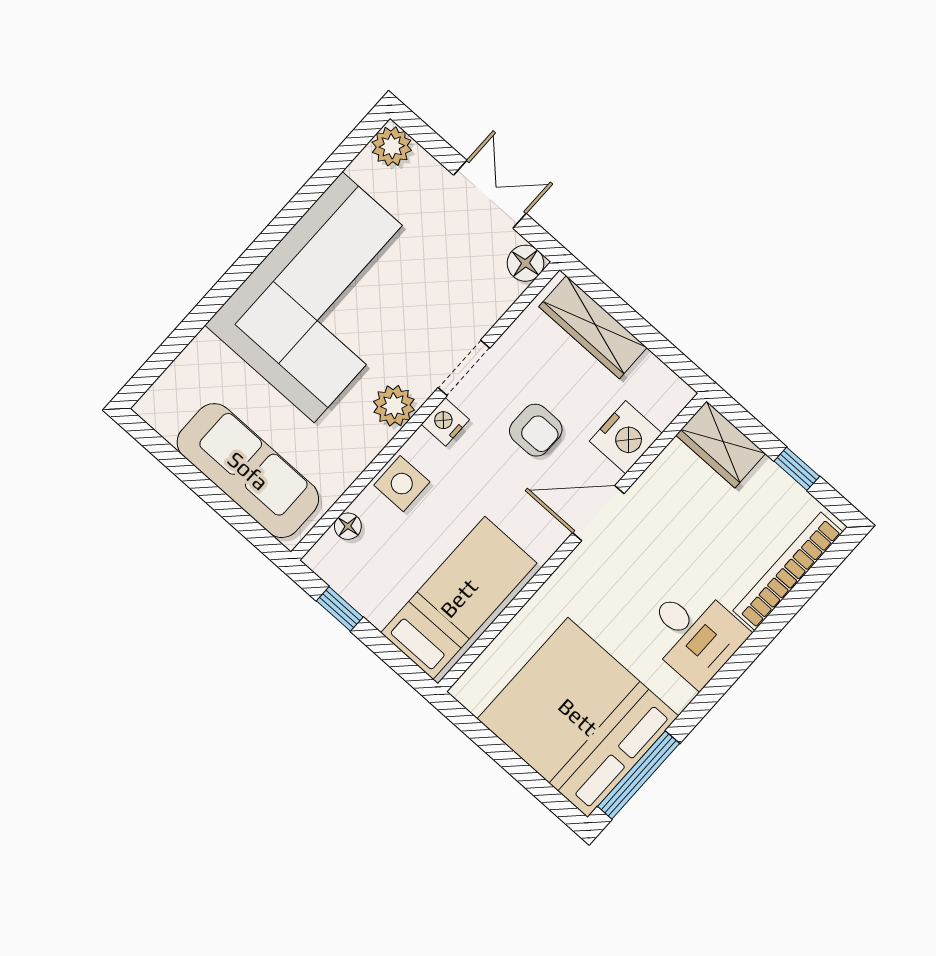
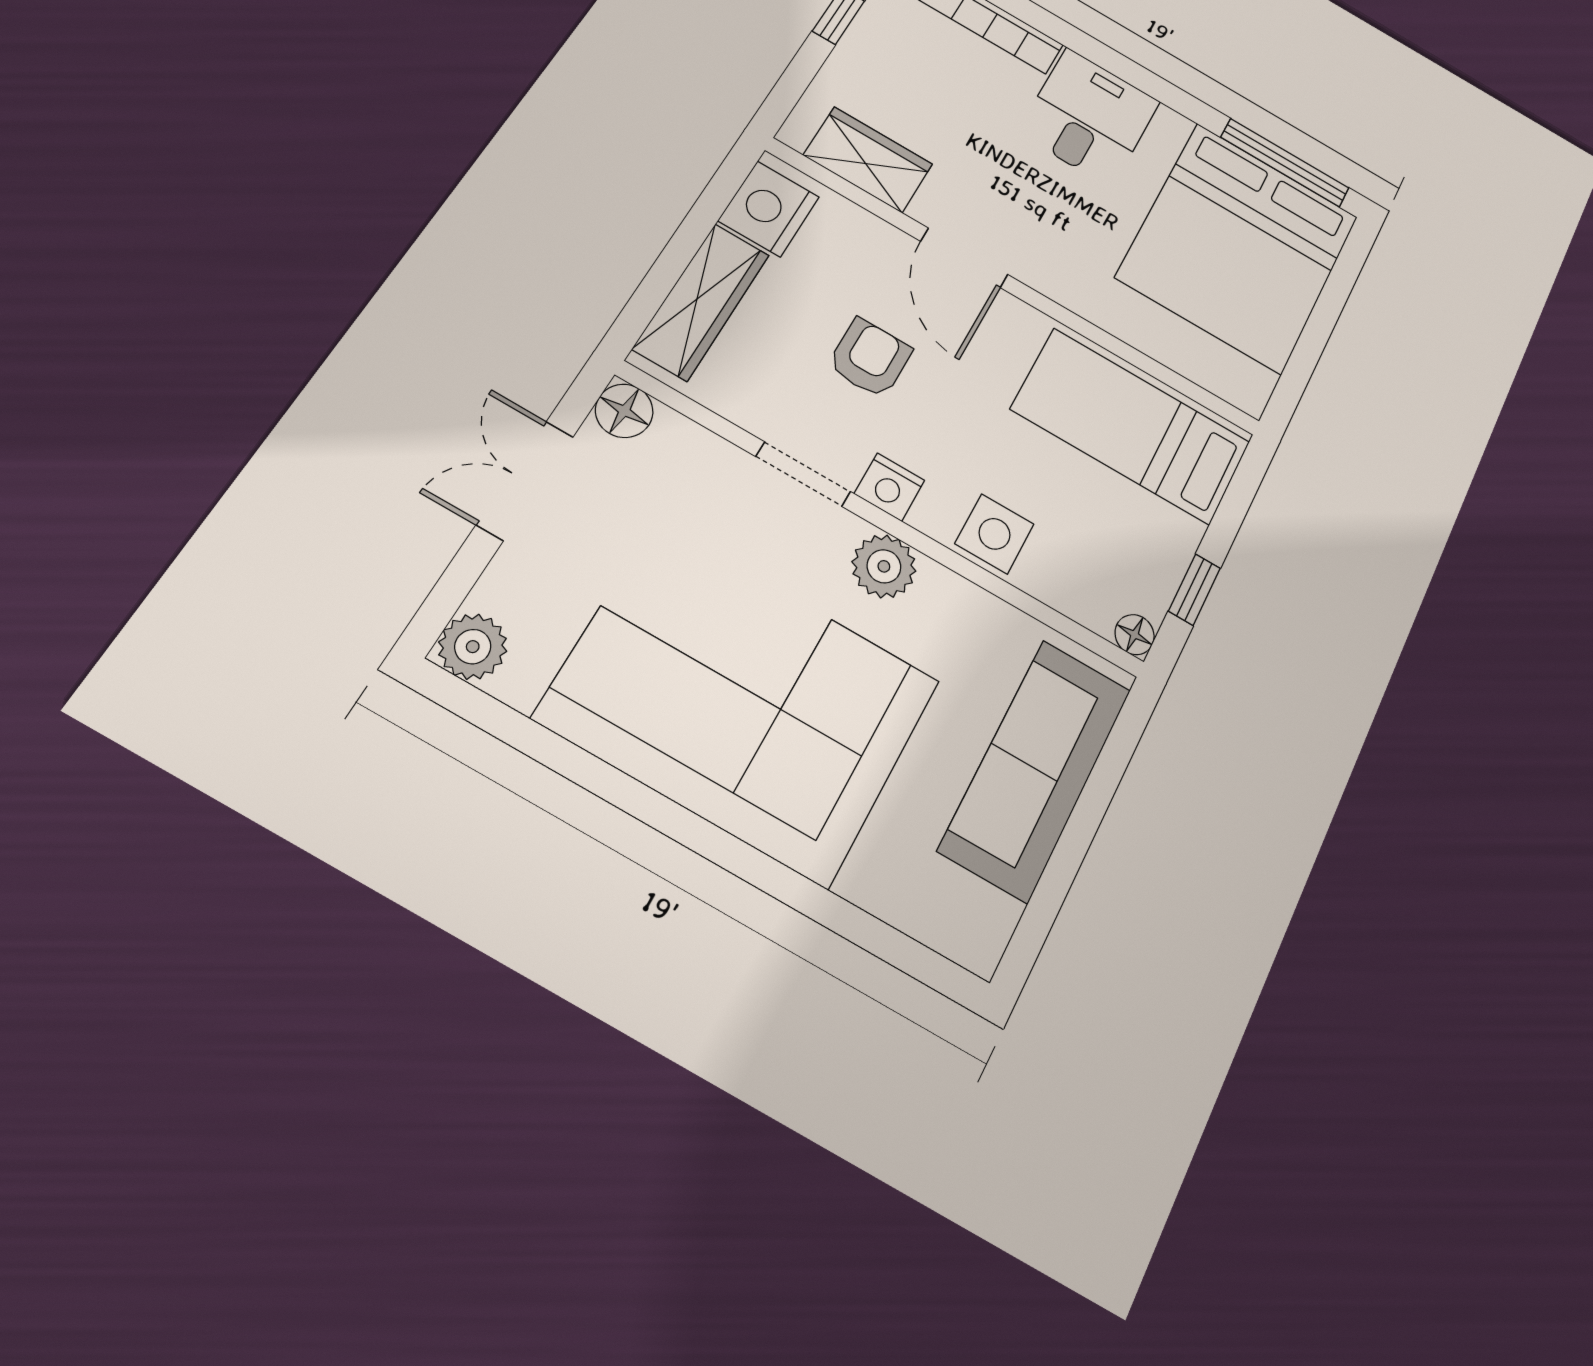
nightstand: (626, 437) -> (769, 209), moved, turned -90
wardrobe: (721, 444) -> (868, 160), moved, turned -90
floor lamp: (348, 526) -> (1135, 635), moved

